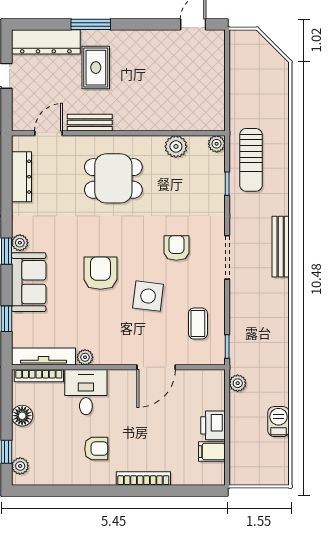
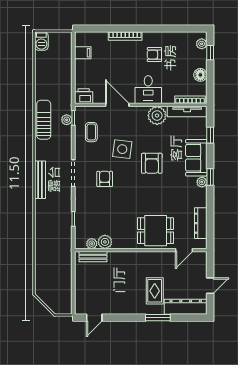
bench: (90, 123) -> (93, 257), moved
plant: (217, 144) -> (92, 244), moved
sun lounger: (251, 160) -> (44, 120), moved
dining table: (113, 178) -> (156, 231), moved
armchair: (176, 248) -> (105, 179), turned 180
plant: (85, 357) -> (157, 115), width x1.88, depth x1.88
door: (156, 367) -> (117, 105), hinge flipped
plant: (238, 383) -> (67, 120), moved
desk: (86, 392) -> (148, 90), moved
barbecue: (279, 422) -> (41, 41), moved
printer: (213, 425) -> (84, 96), moved, turned -90

